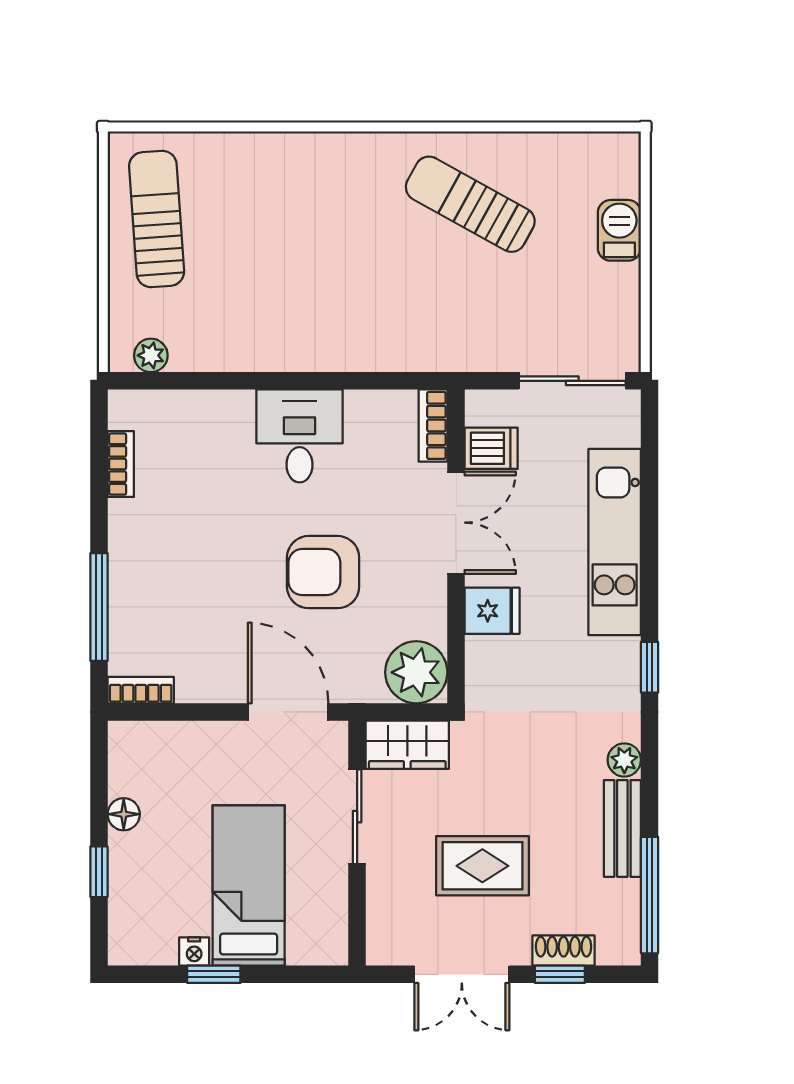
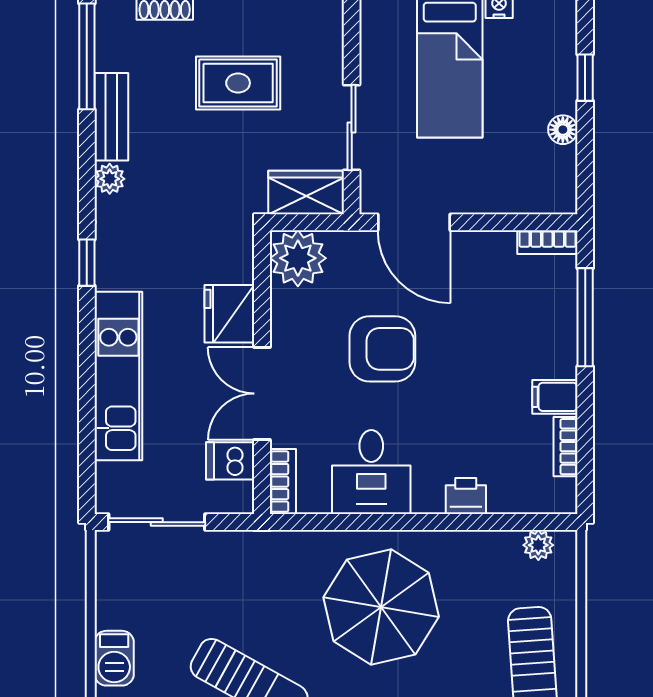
parasol: (324, 287) -> (381, 607), added
printer: (231, 409) -> (466, 496), added
desk: (300, 436) -> (371, 472), moved
filing cabinet: (133, 519) -> (555, 397), added
fridge: (492, 611) -> (229, 314), width x1.38

